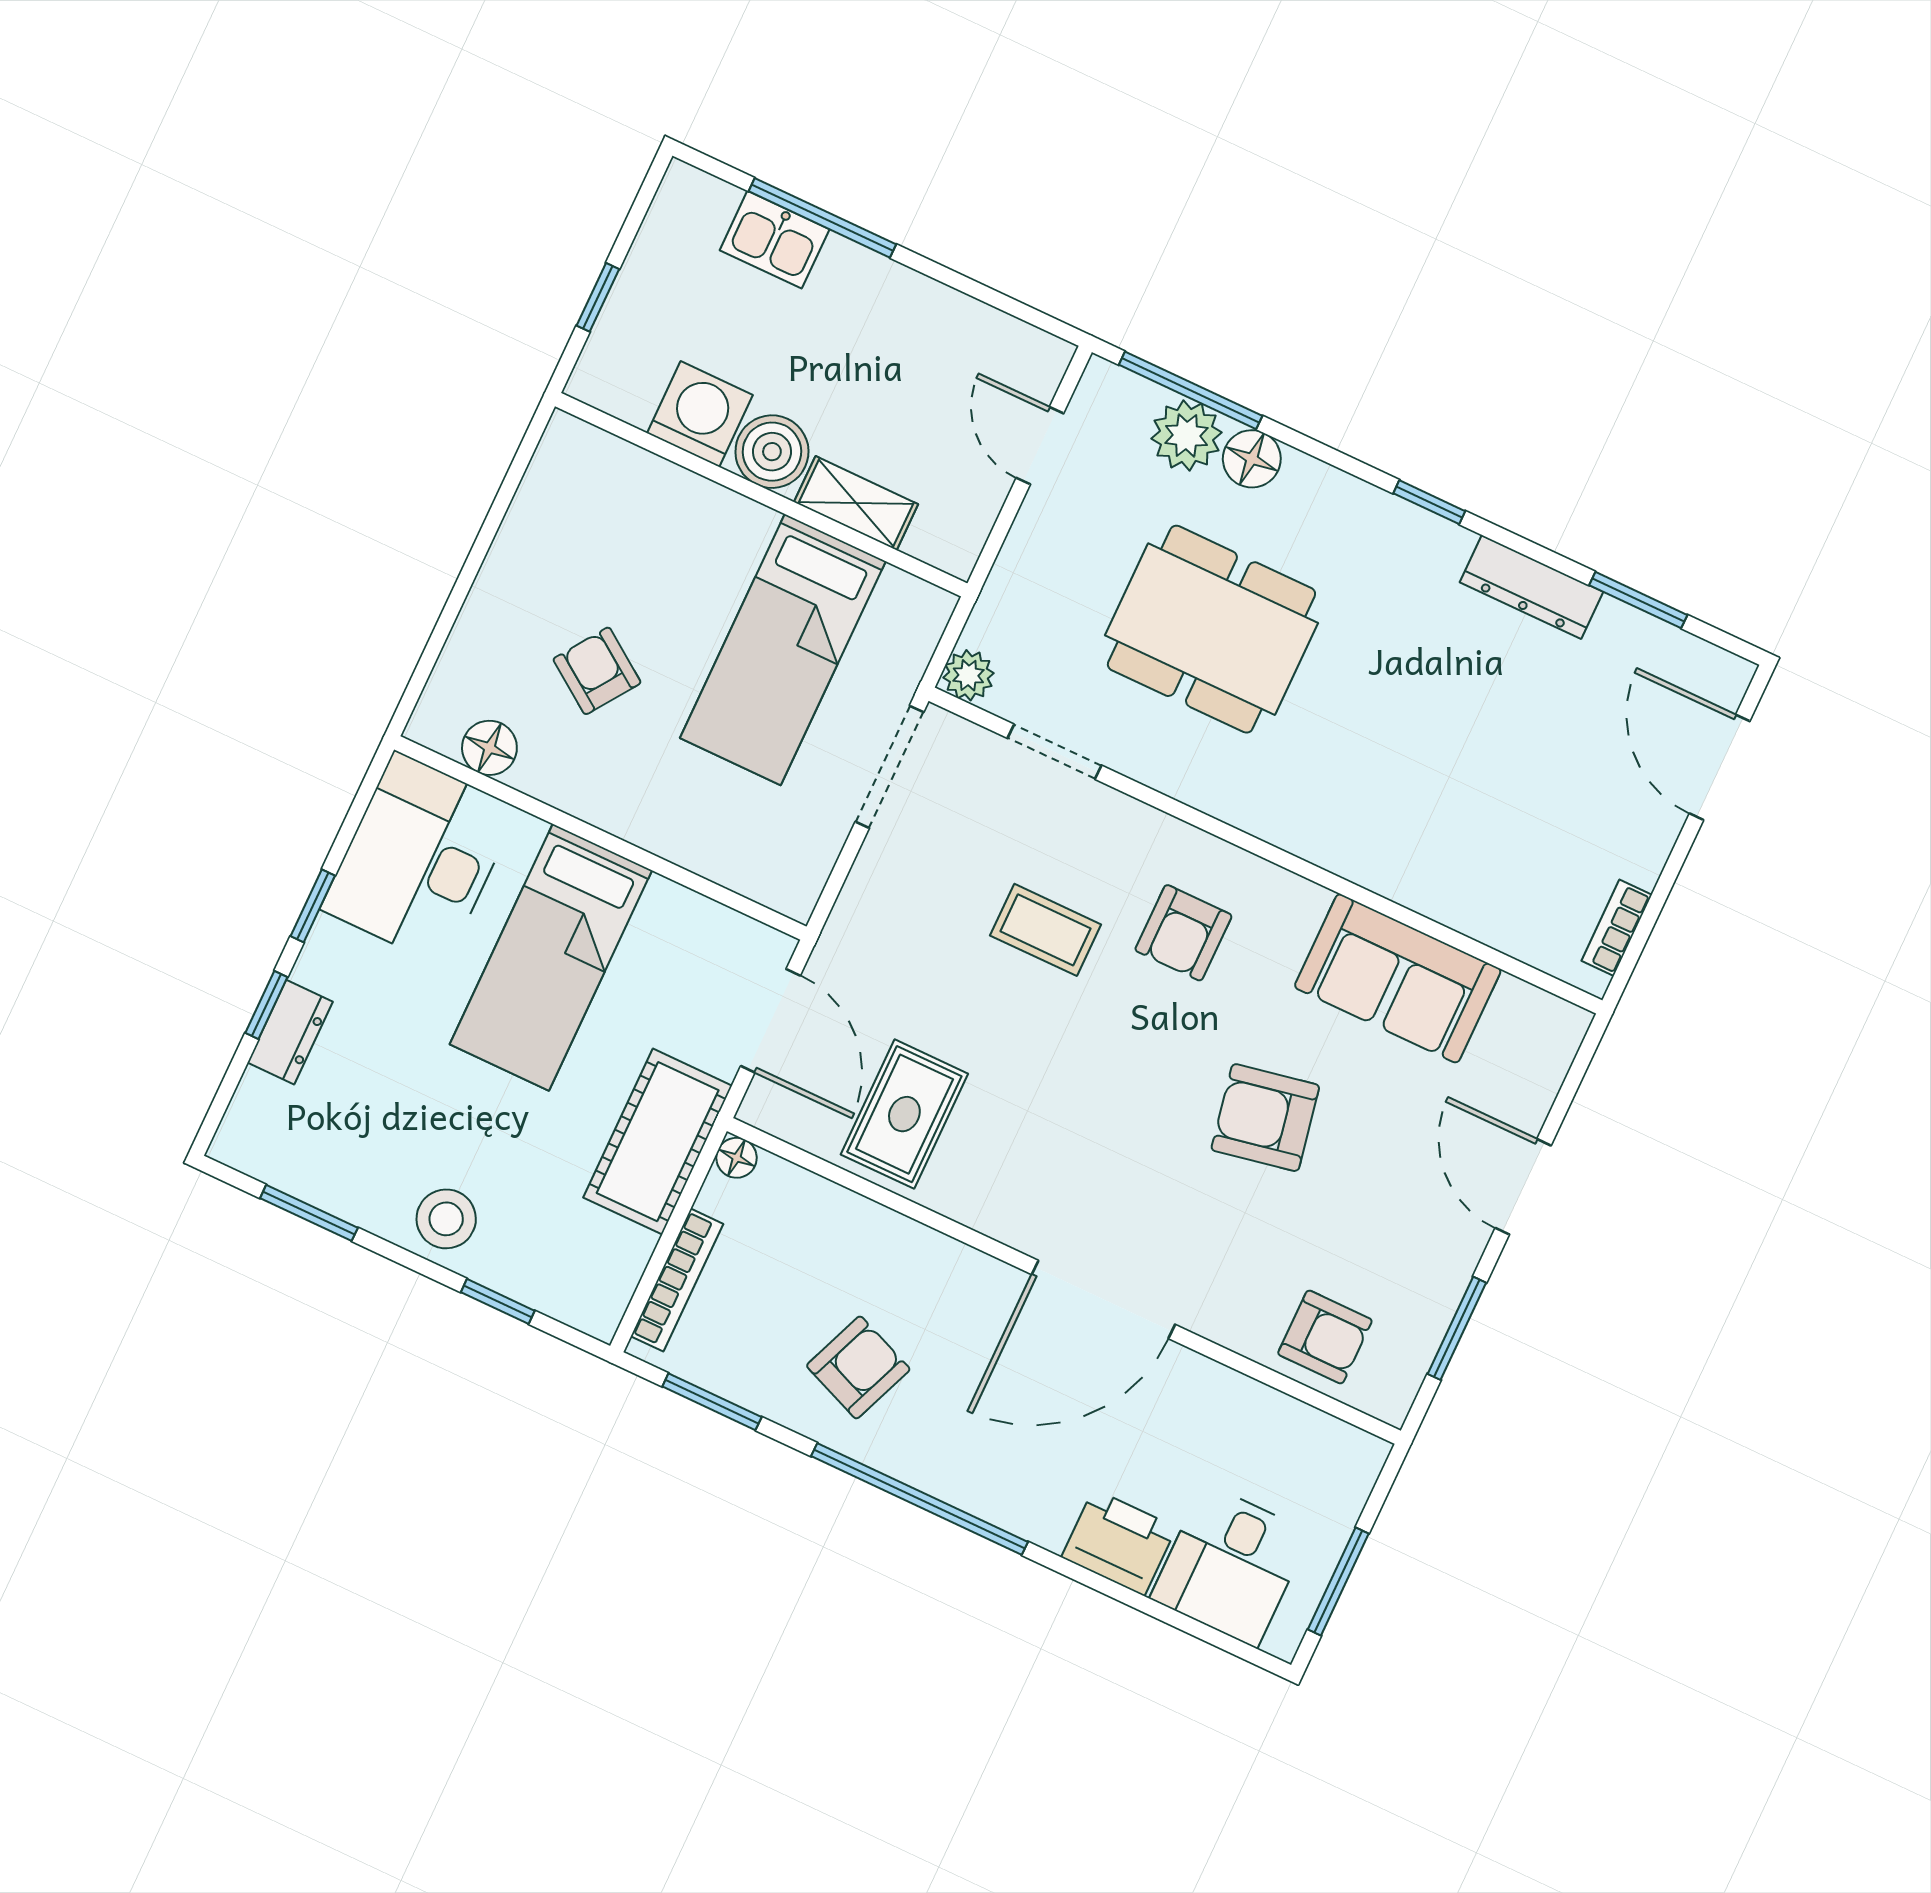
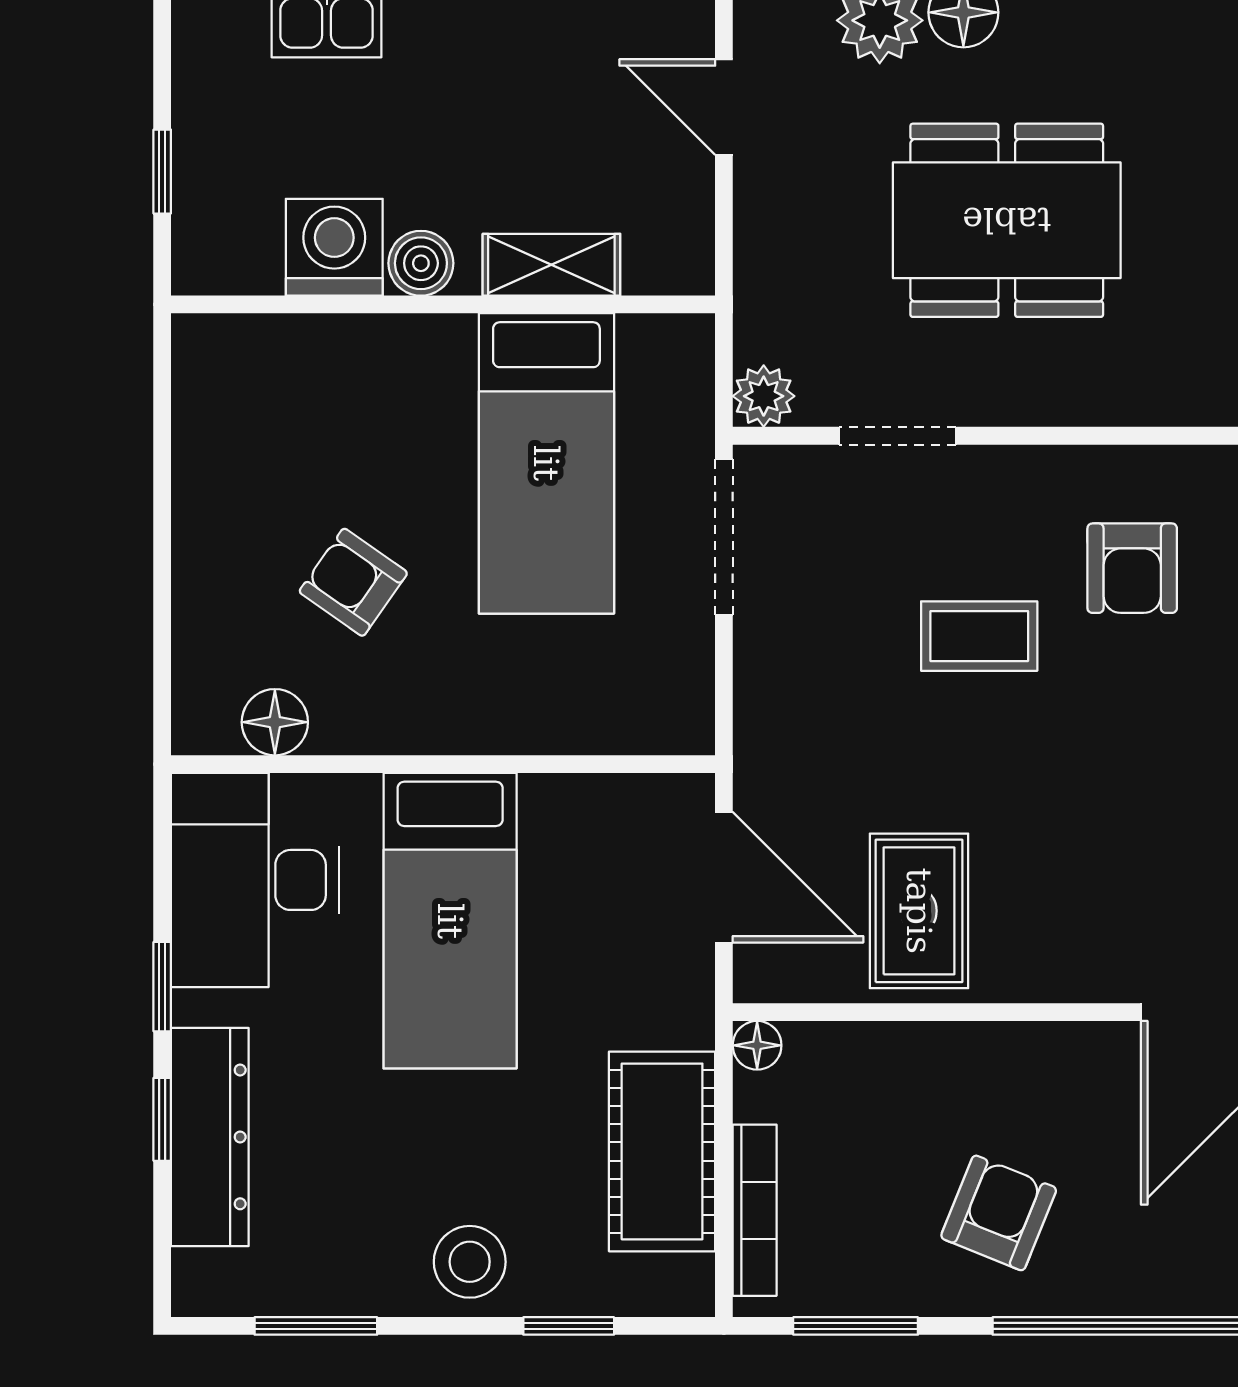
boiler: (772, 452) -> (421, 263), width x0.73, depth x0.73
dresser: (290, 1032) -> (210, 1137), width x1.96, depth x1.24
cot: (658, 1142) -> (662, 1151), moved

